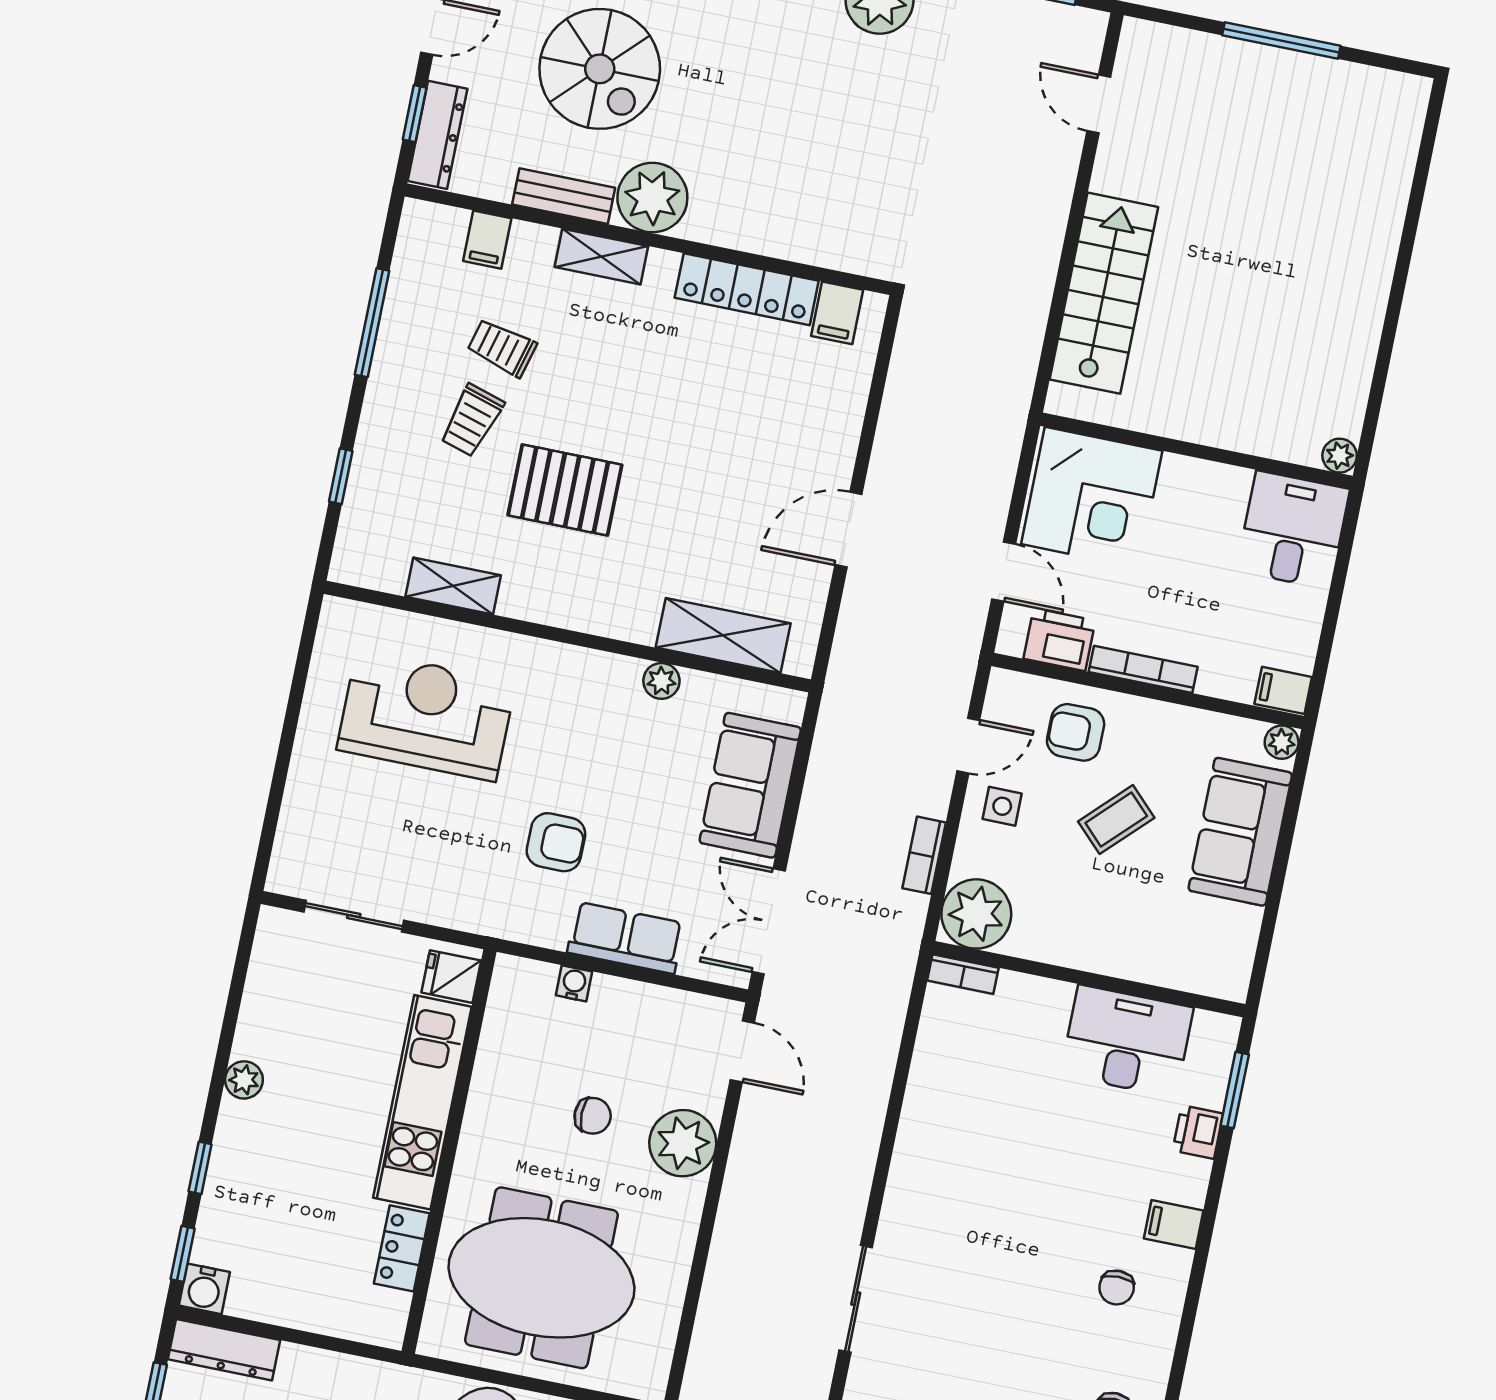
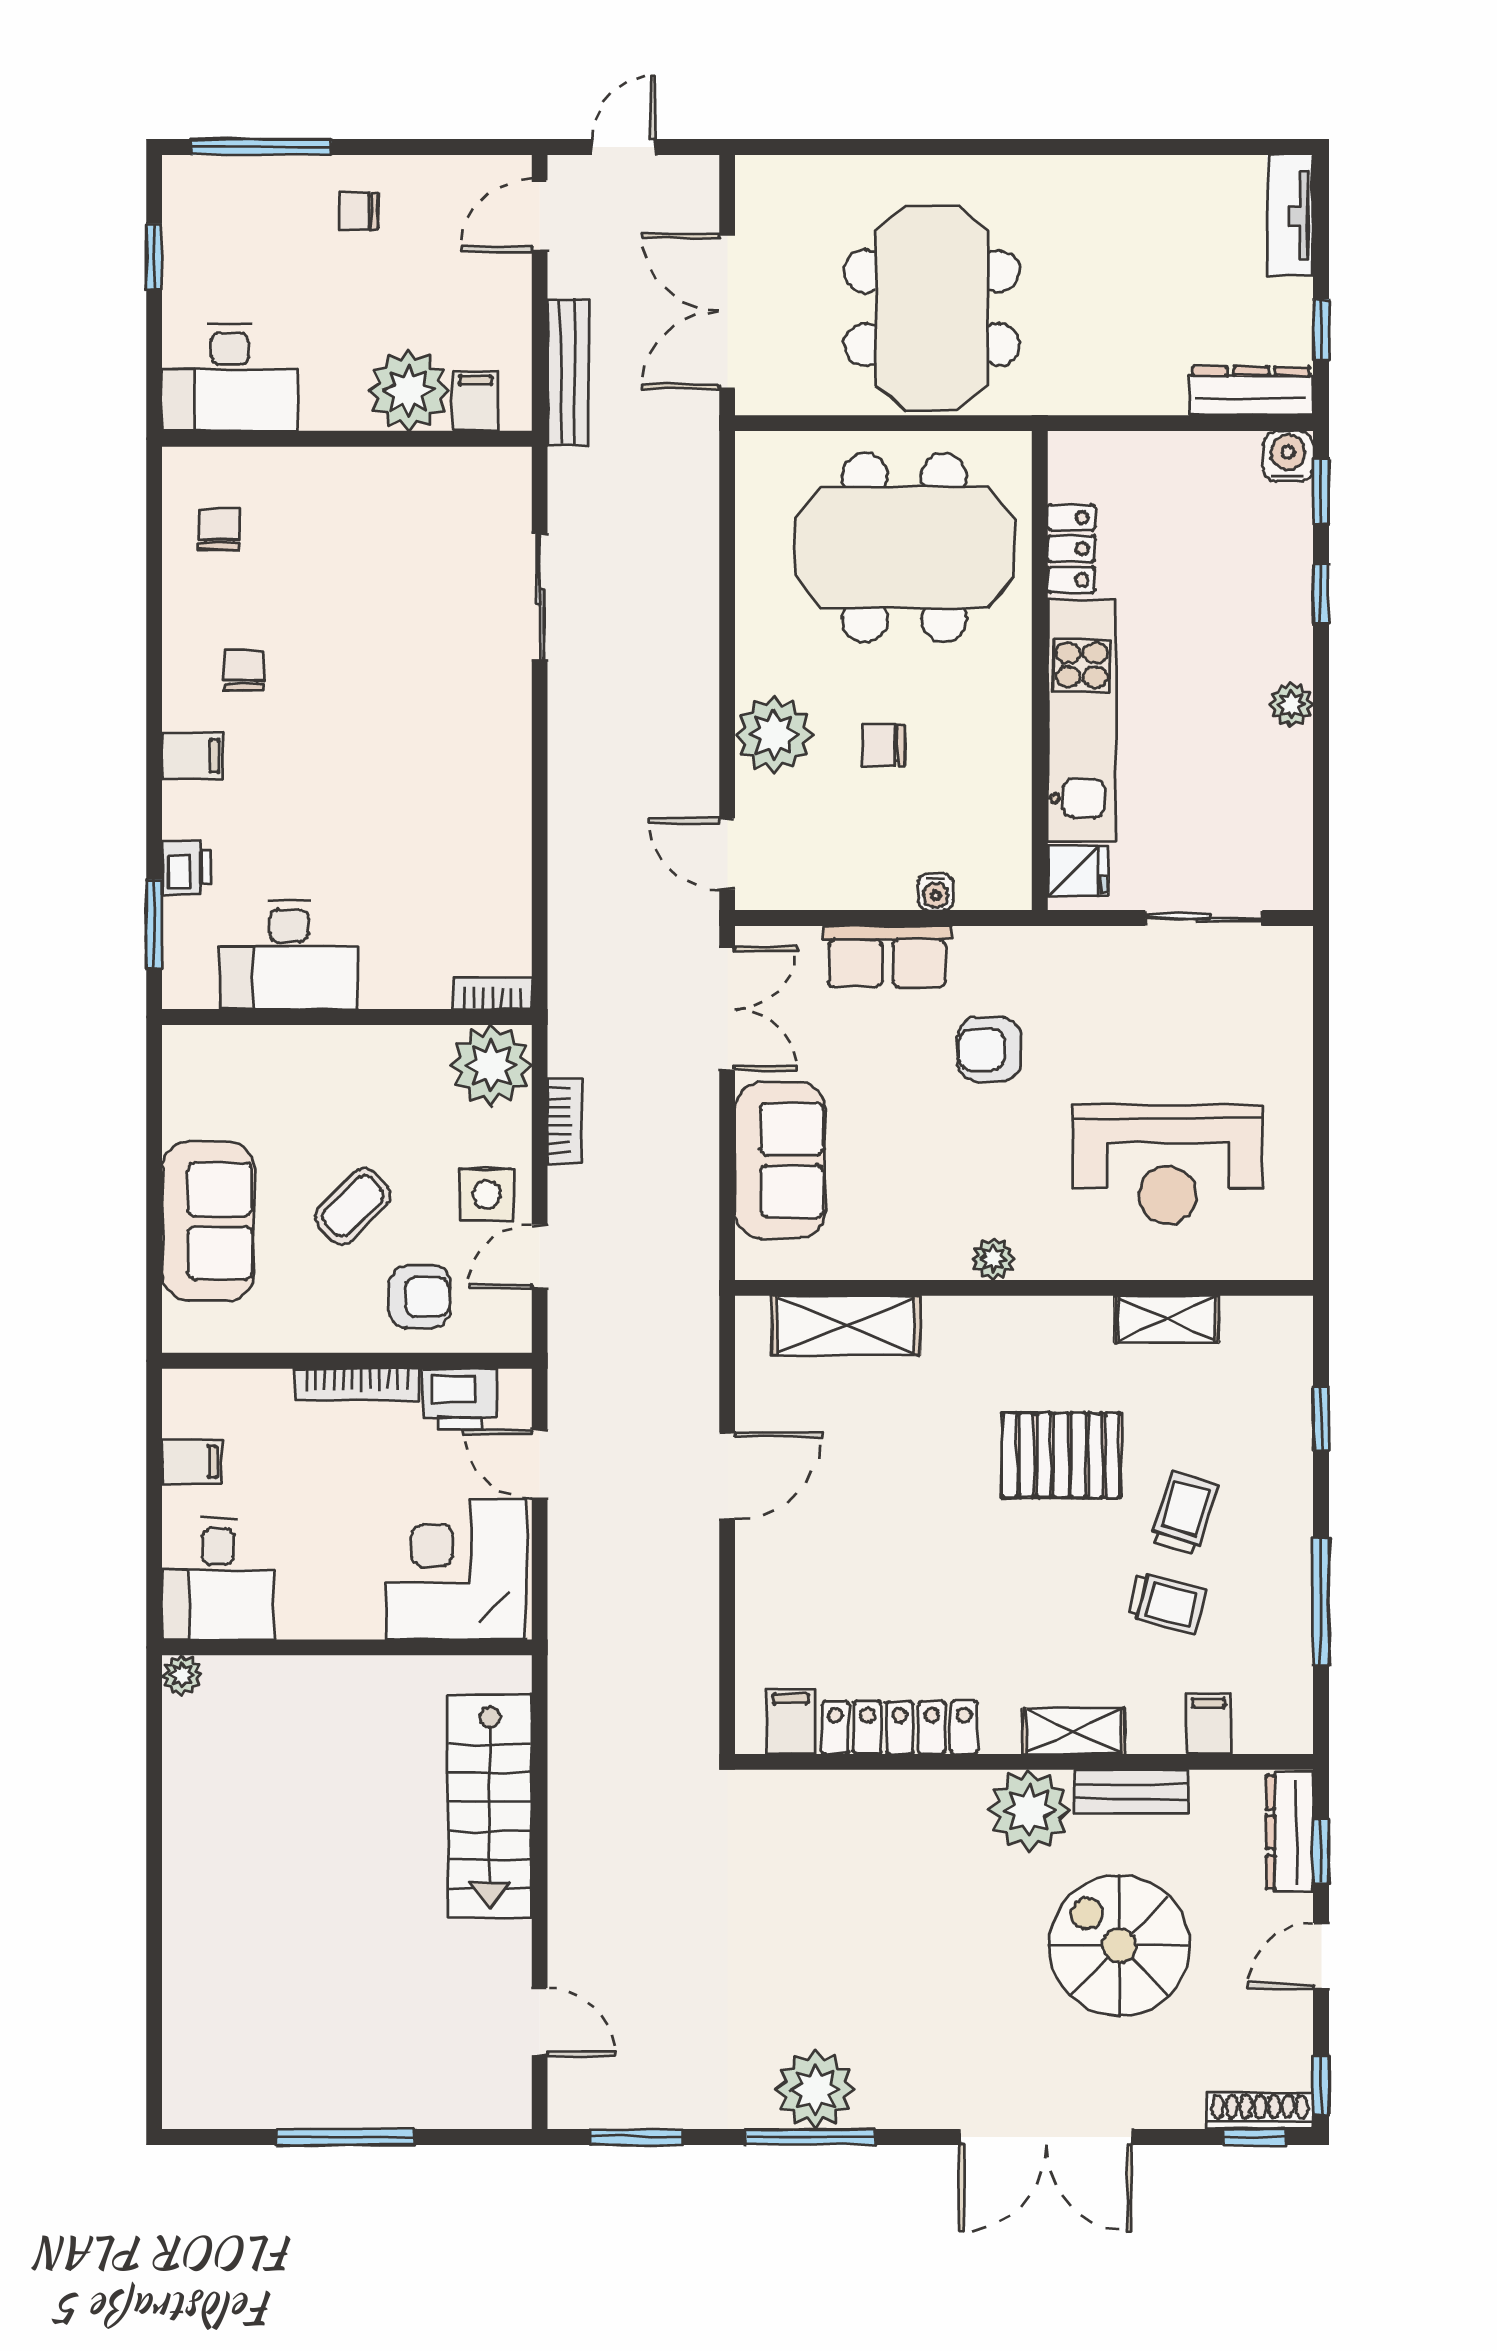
plant: (661, 681) -> (993, 1259), moved
filing cabinet: (1283, 690) -> (192, 1462), moved
plant: (1282, 742) -> (182, 1333), removed
side table: (1002, 806) -> (487, 1195), width x1.37, depth x1.37

